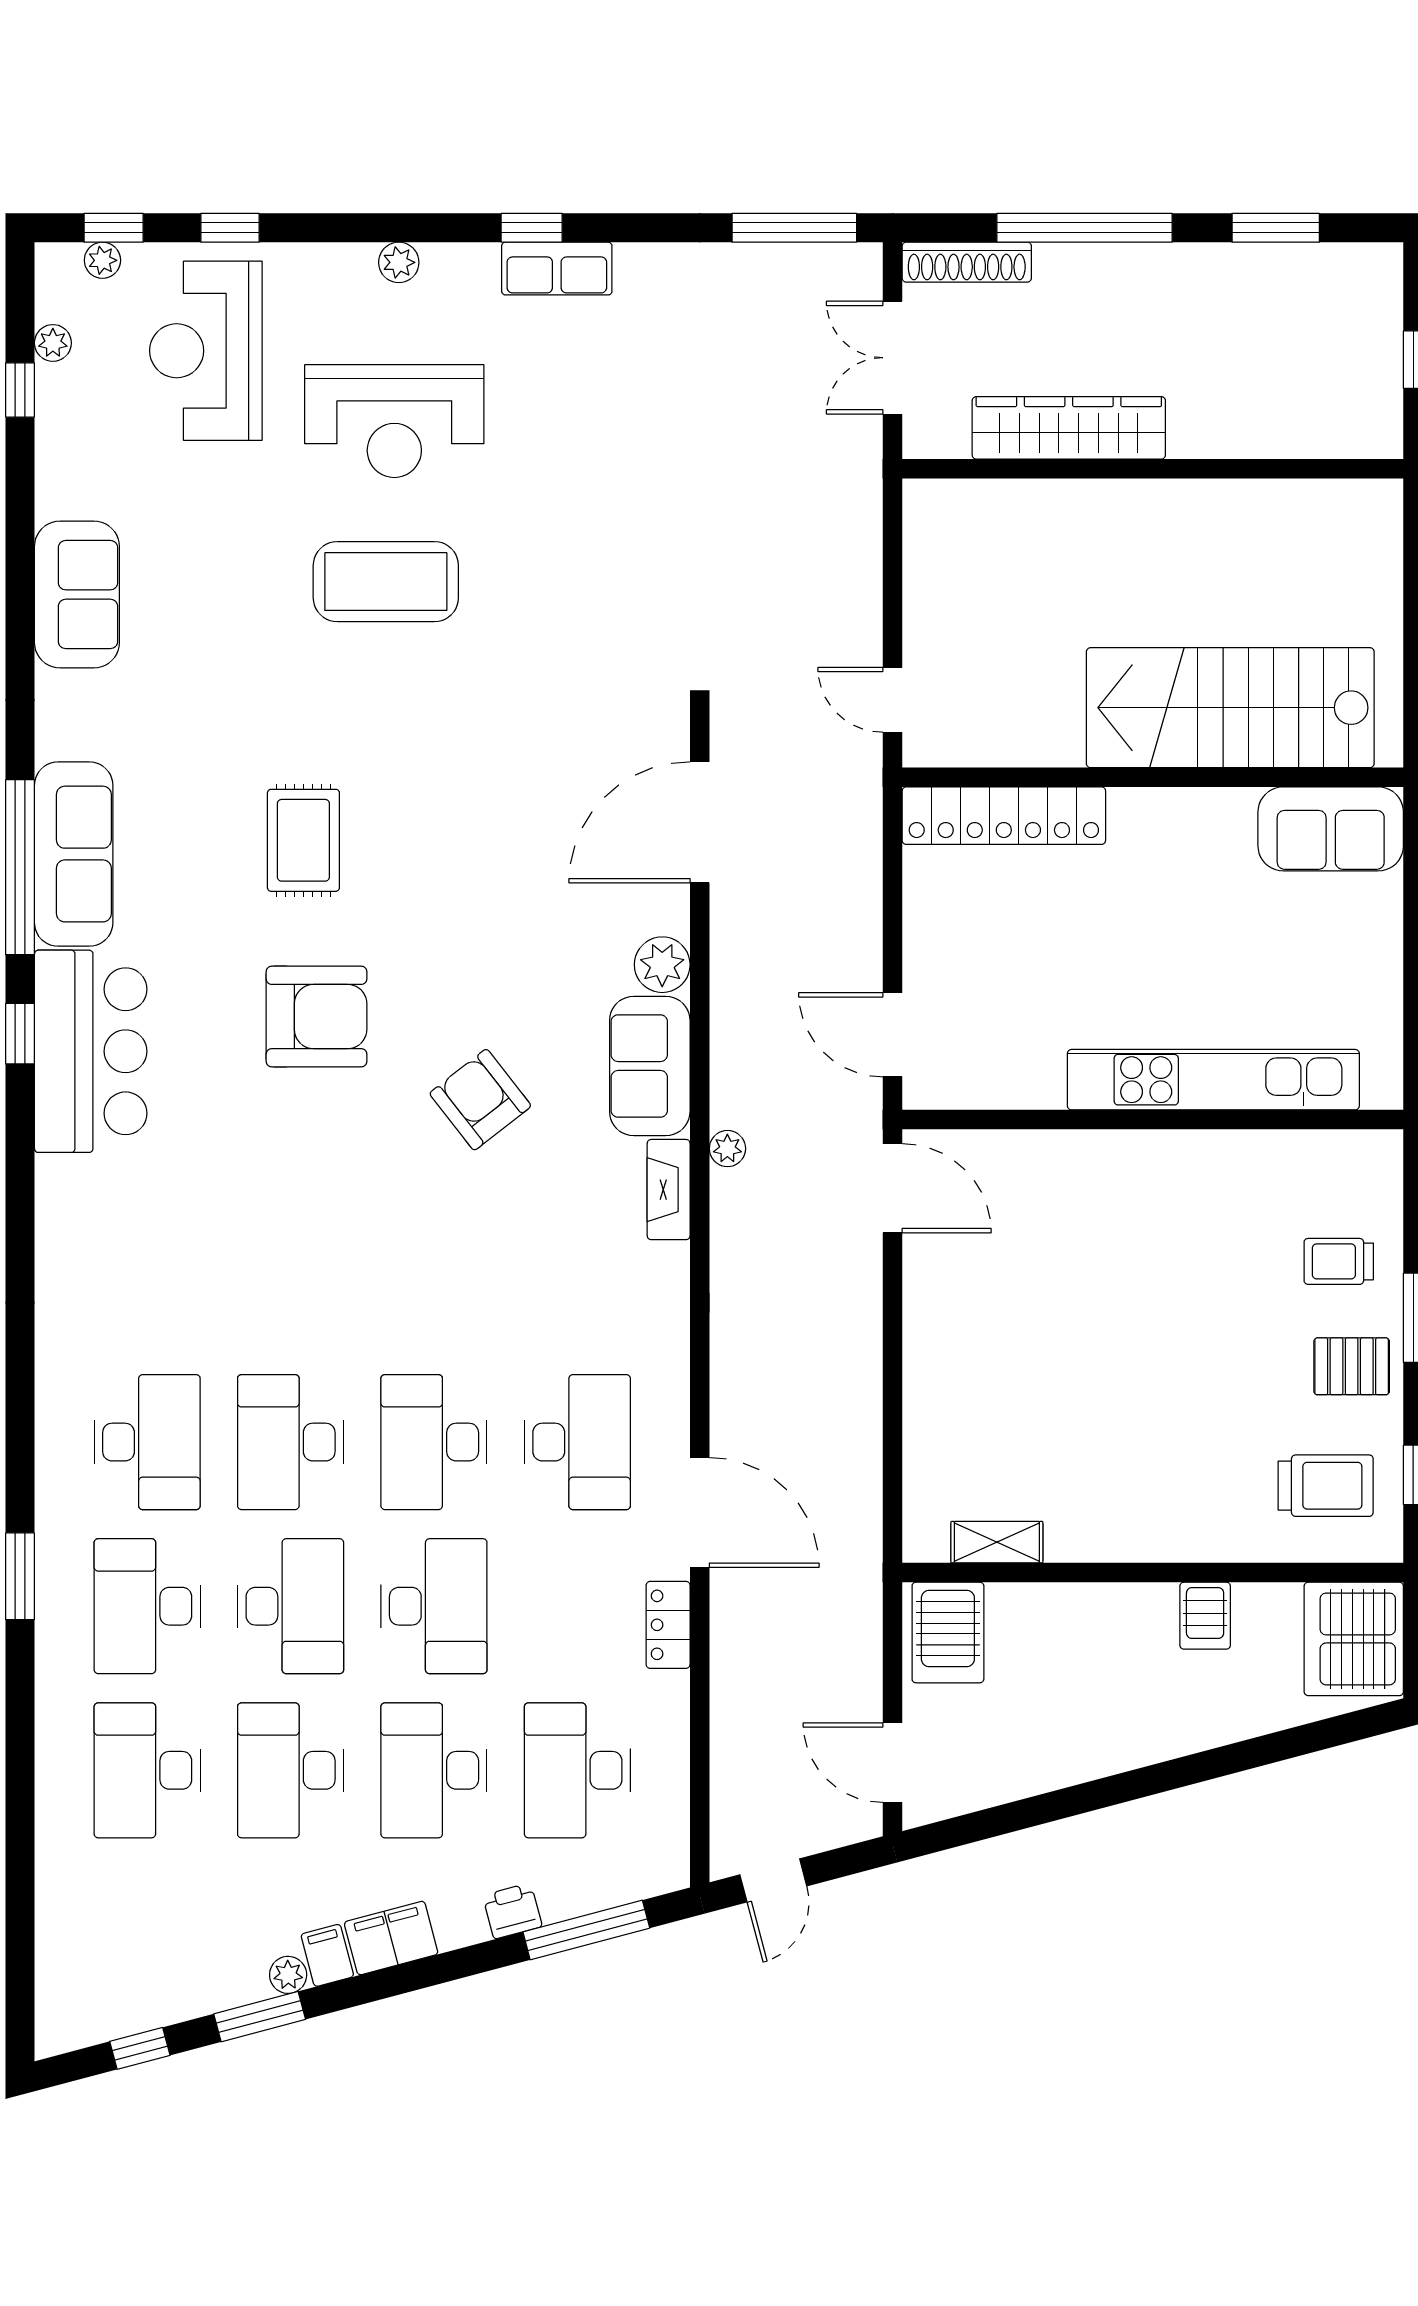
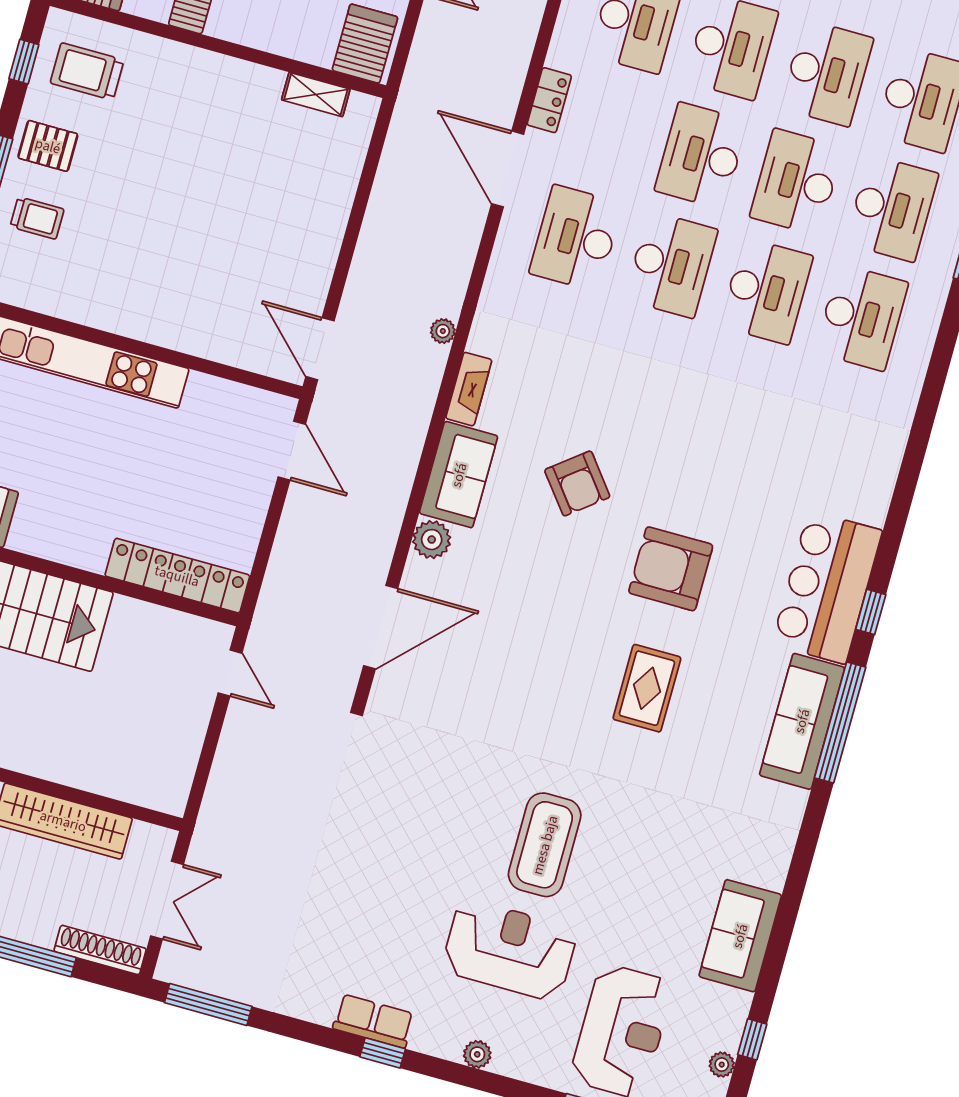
coffee table: (386, 582) -> (545, 845), turned 90
sofa: (77, 595) -> (740, 936), moved
plant: (727, 1149) -> (443, 331), moved
desk: (147, 1442) -> (861, 317), turned 180

